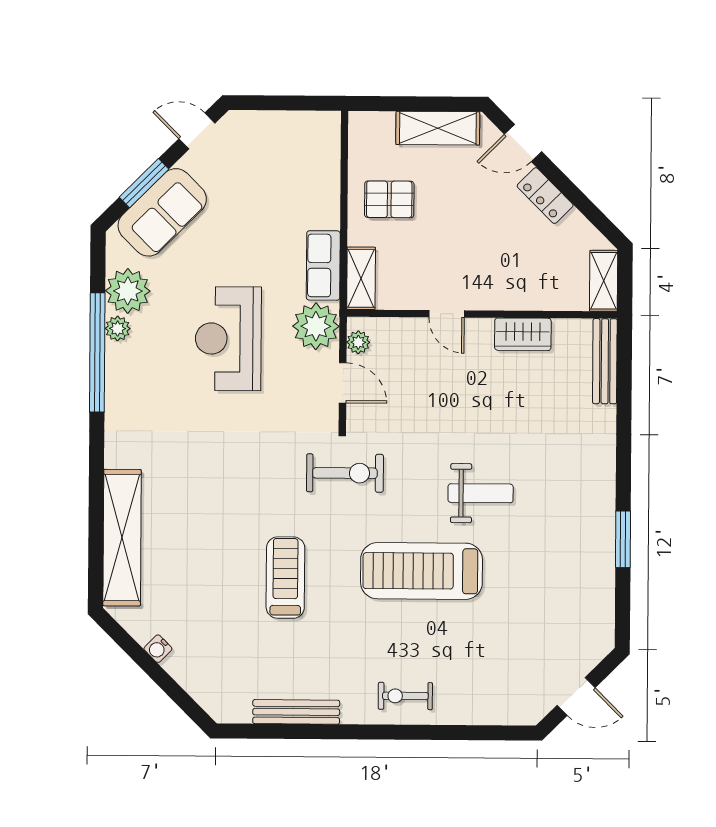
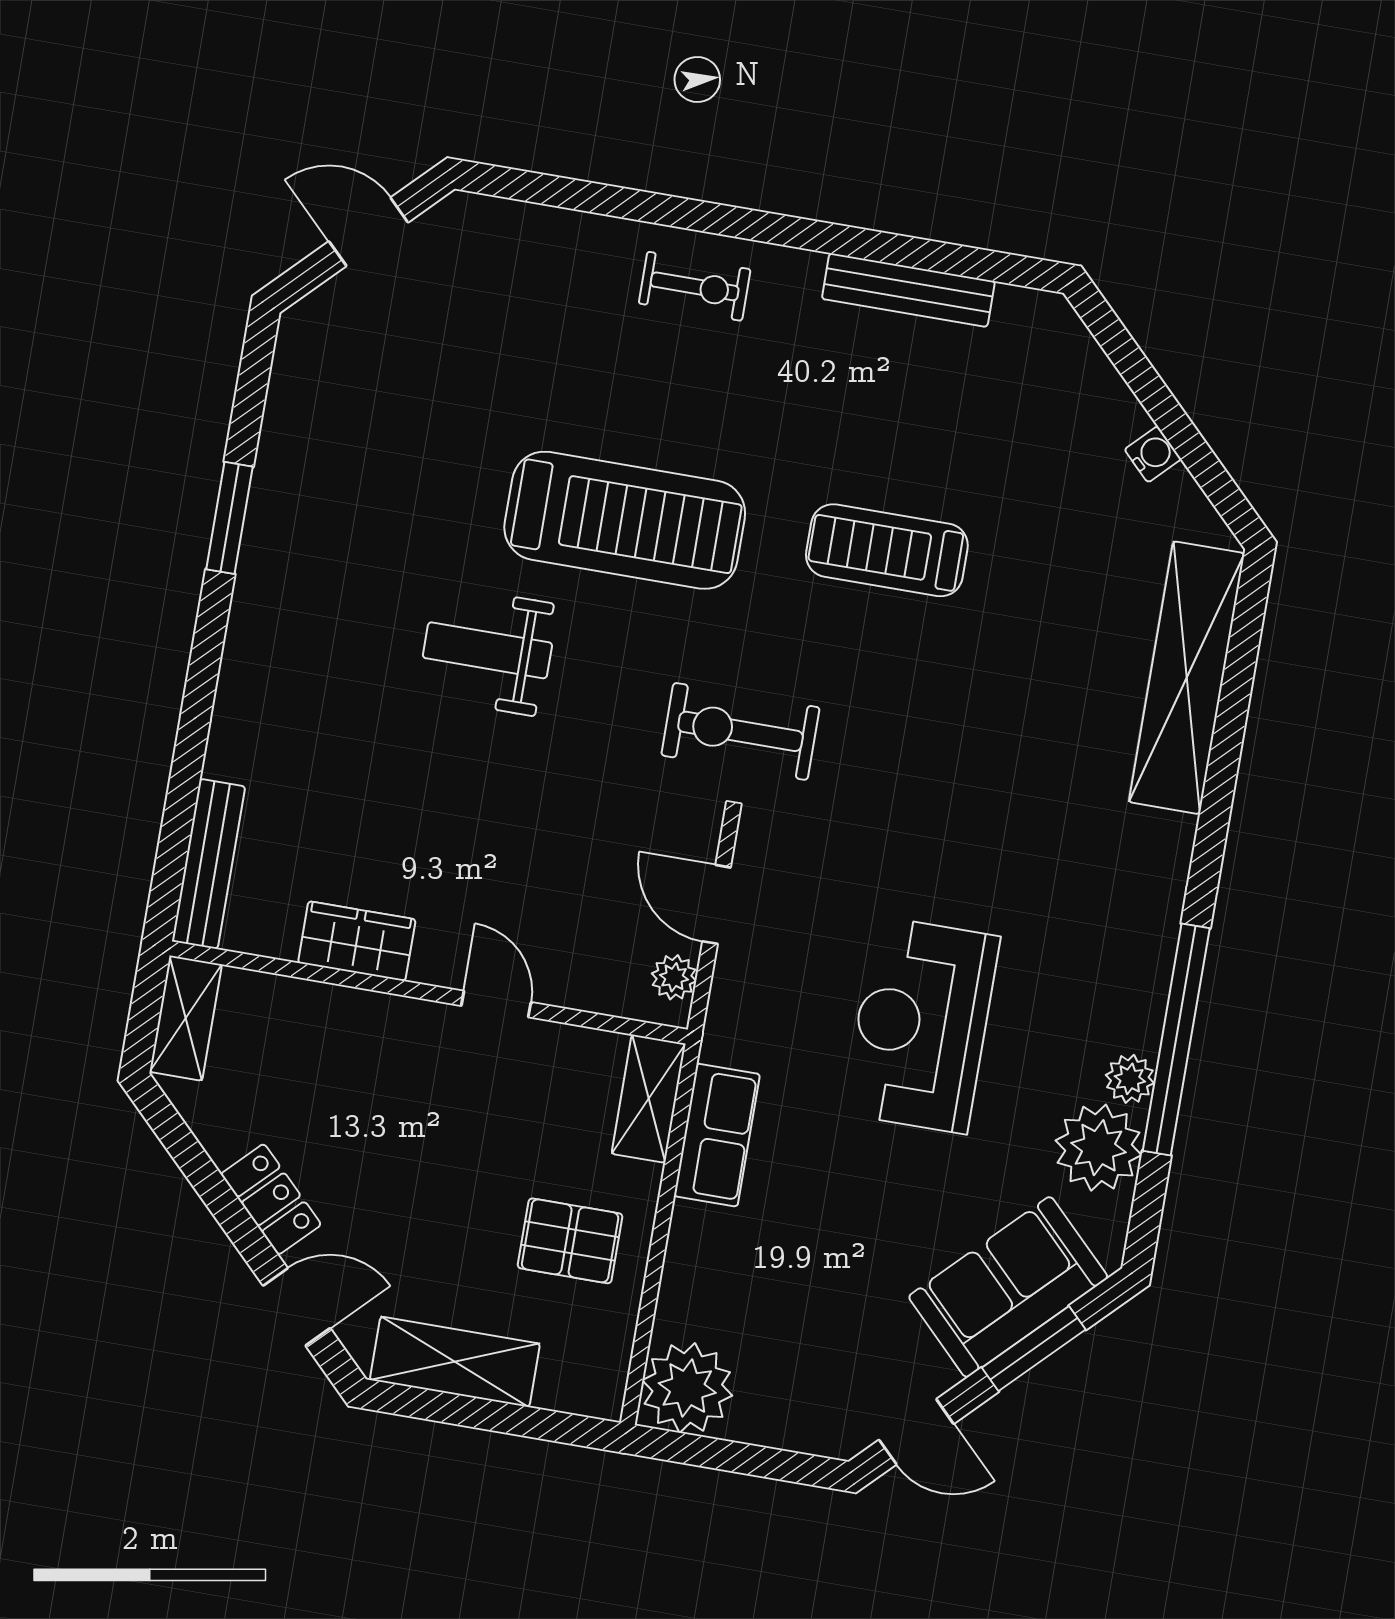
plant: (316, 326) -> (687, 1388), moved
reception desk: (228, 339) -> (921, 1025), turned 180
treadmill: (285, 578) -> (887, 550), turned 90

